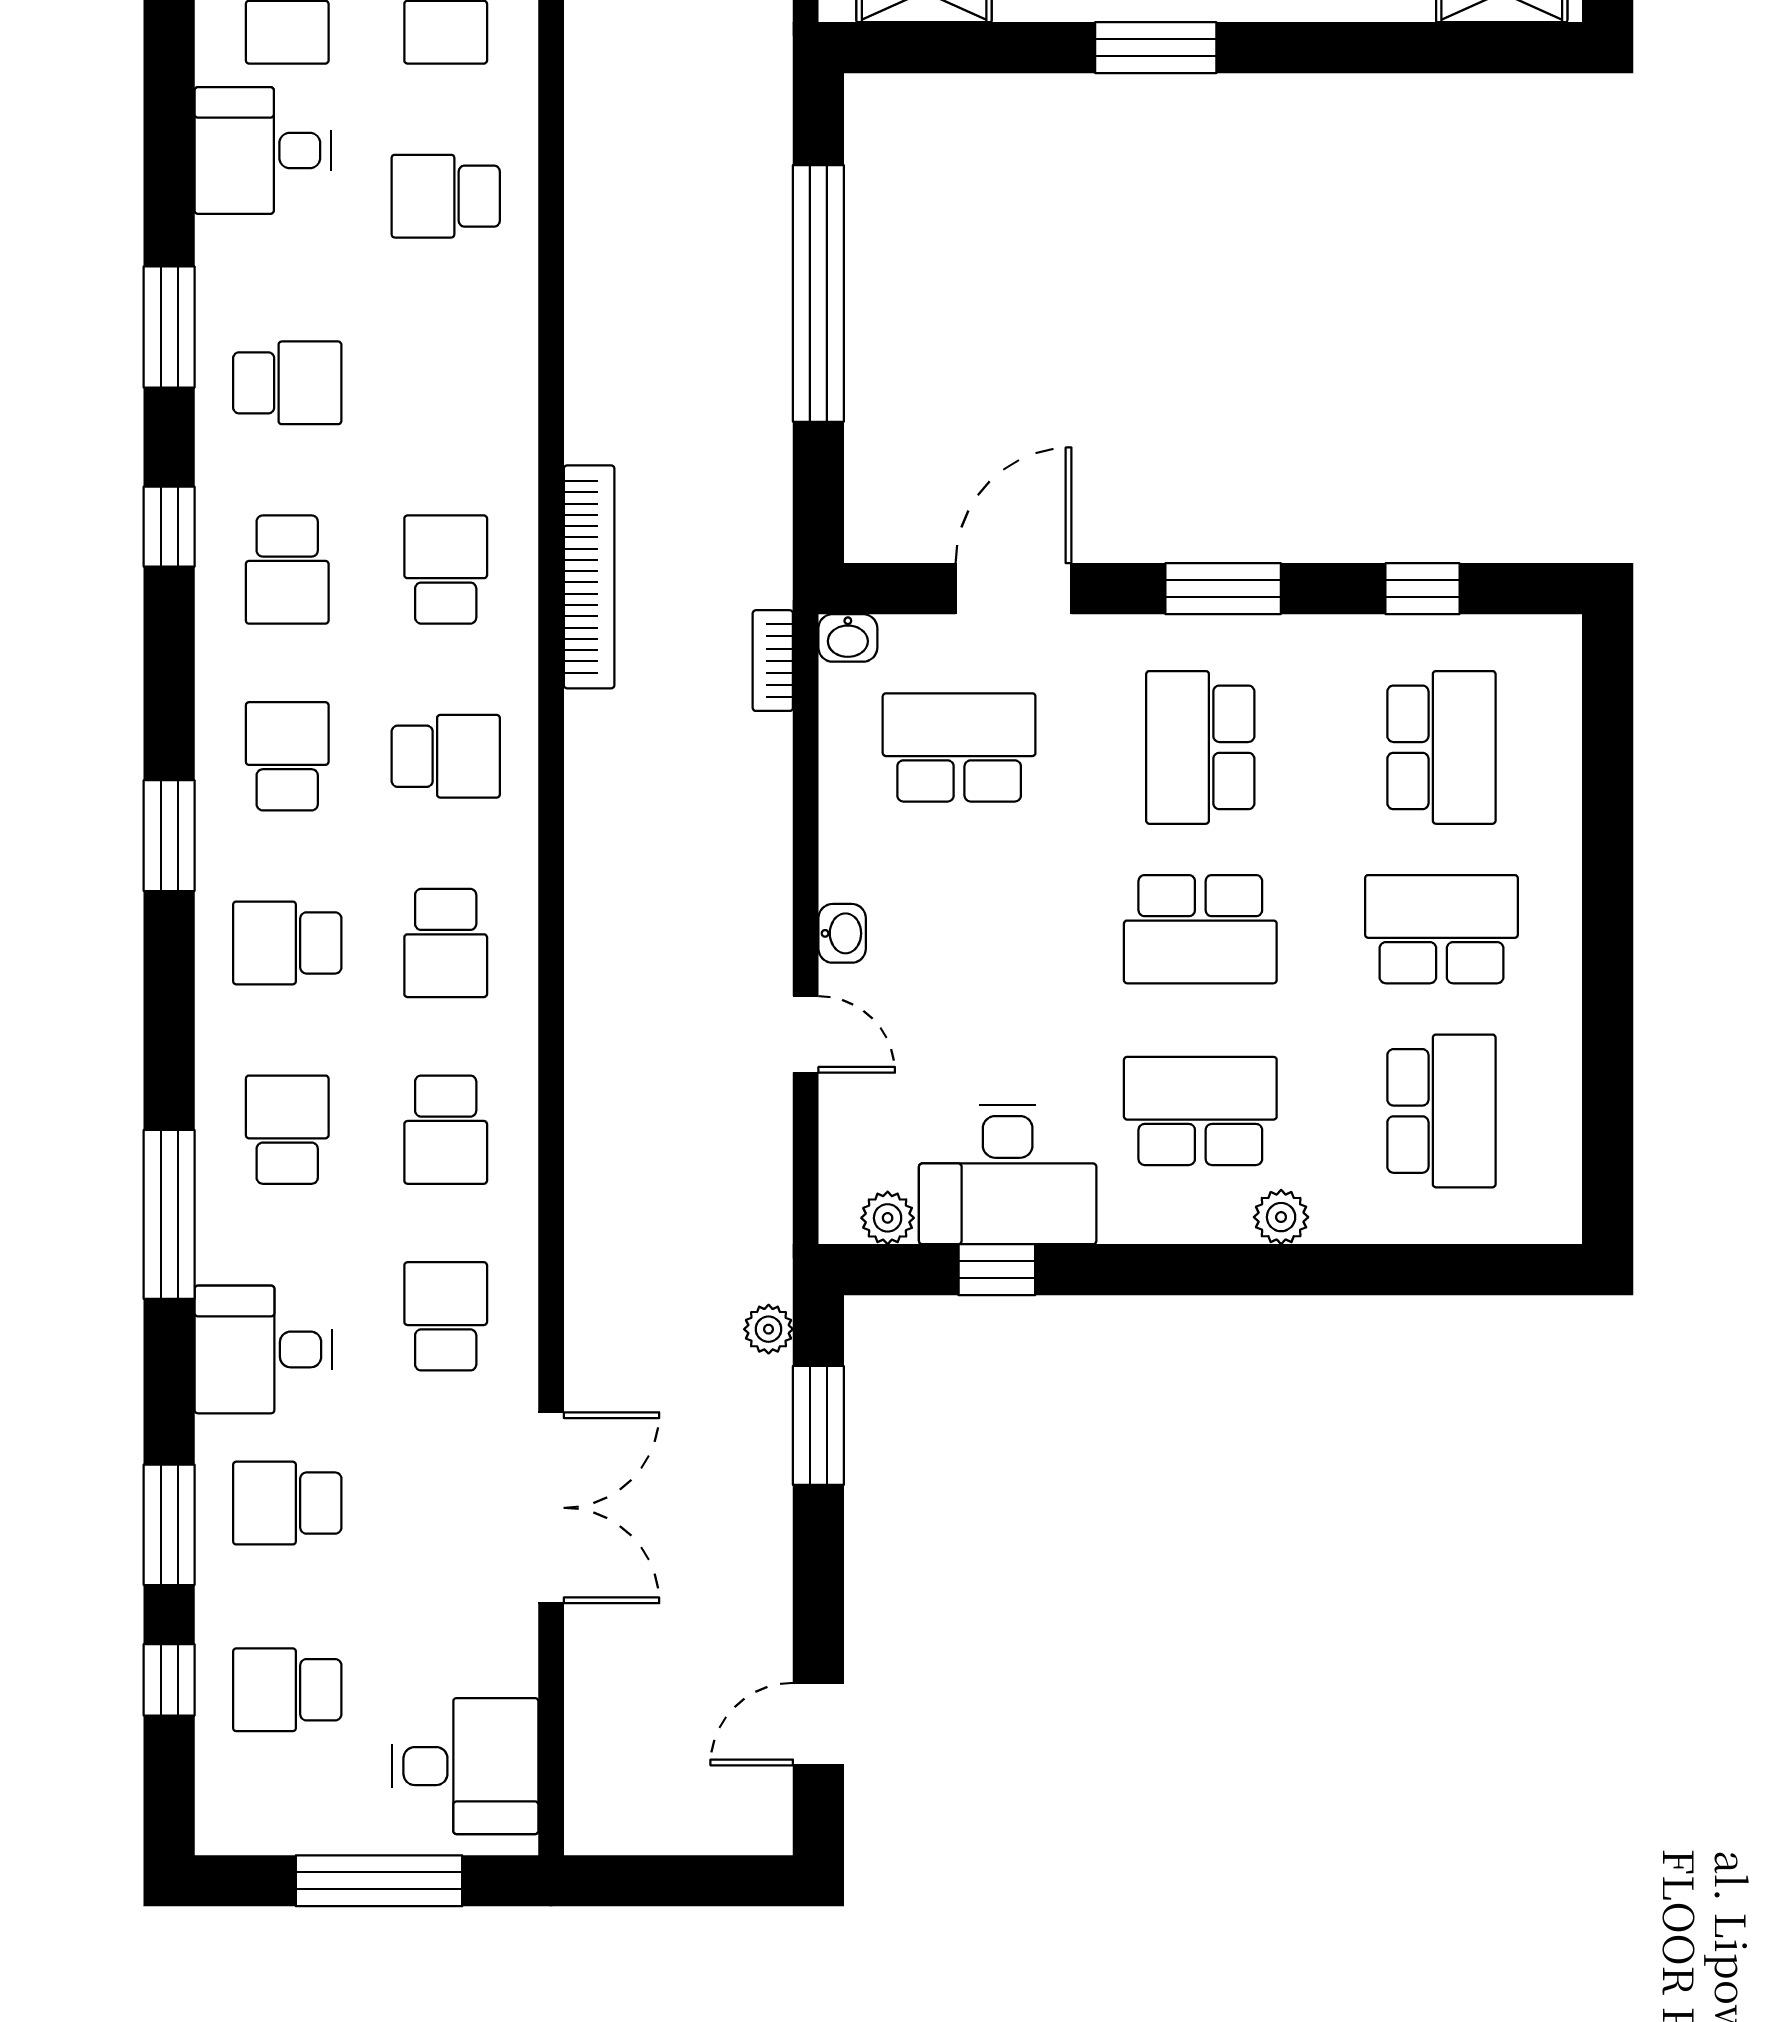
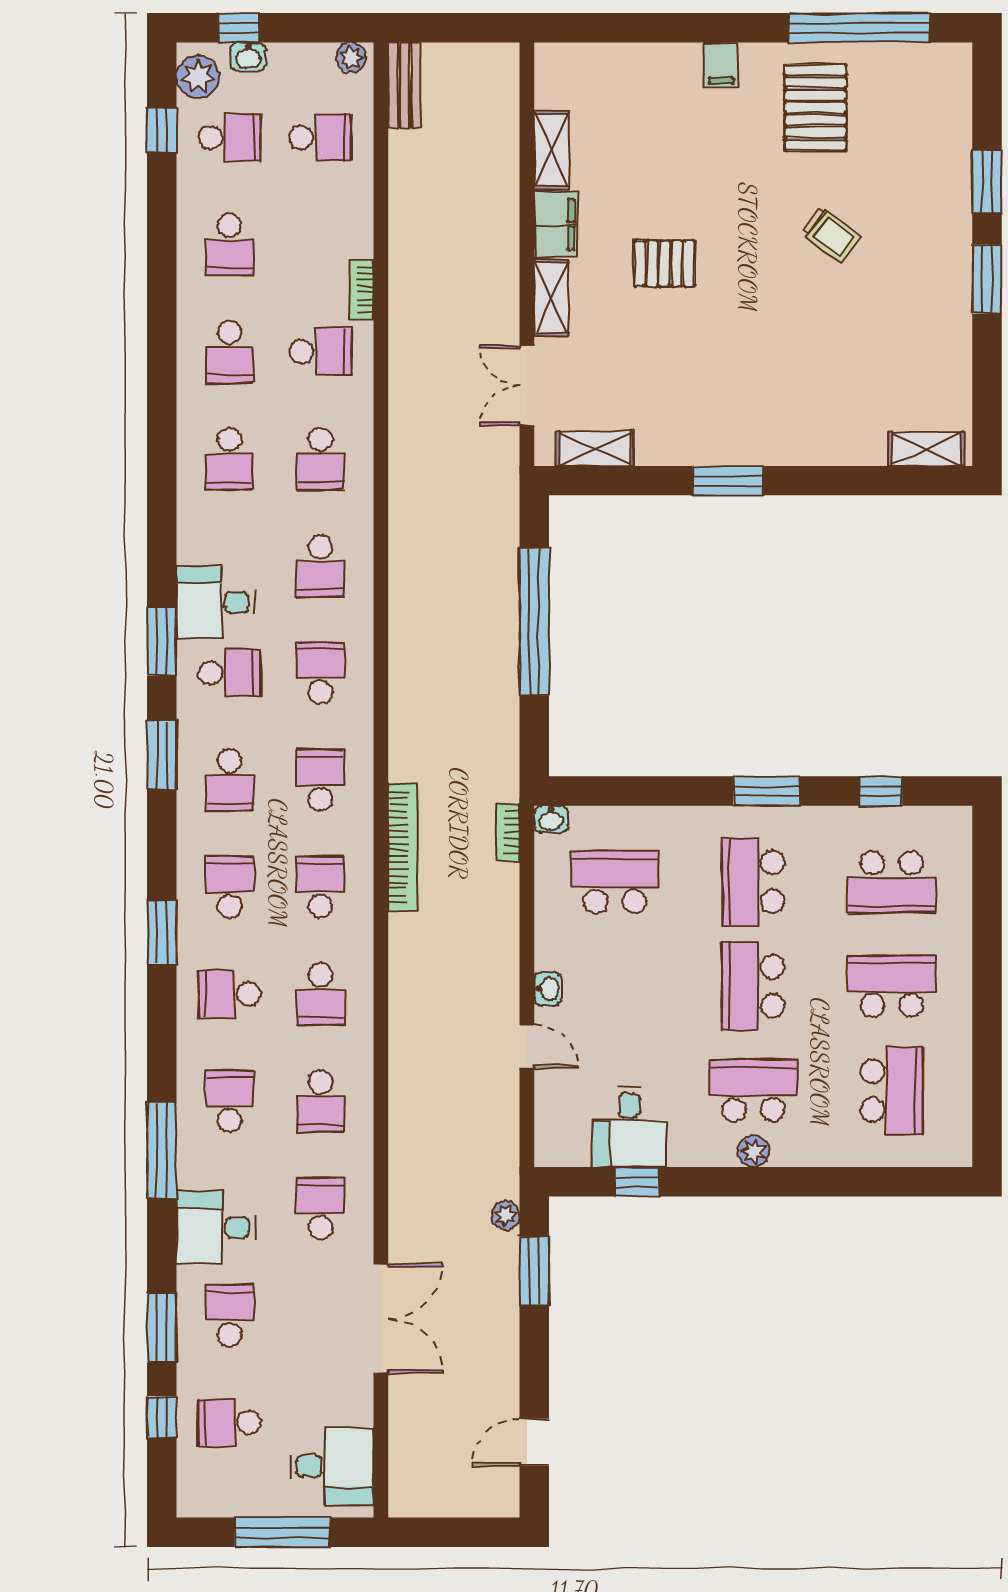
desk: (263, 150) -> (216, 602), moved
school desk: (446, 196) -> (320, 566), turned -90
school desk: (446, 383) -> (320, 673), added
window: (169, 527) -> (162, 755), width x1.50
bookcase: (589, 577) -> (403, 847), moved
door: (1014, 589) -> (646, 791), removed
school desk: (1441, 747) -> (892, 882), turned 90
school desk: (446, 756) -> (320, 887), turned -90
school desk: (1200, 929) -> (753, 986), turned 90
desk: (1008, 1175) -> (629, 1127), width x0.73
plant: (1281, 1217) -> (754, 1151), moved
plant: (888, 1218) -> (574, 1152), removed
school desk: (287, 1503) -> (230, 1316), turned 90

